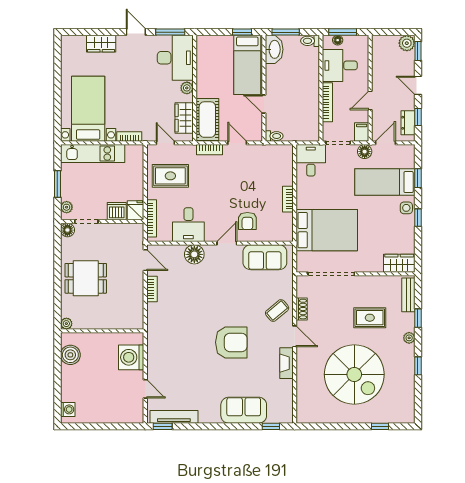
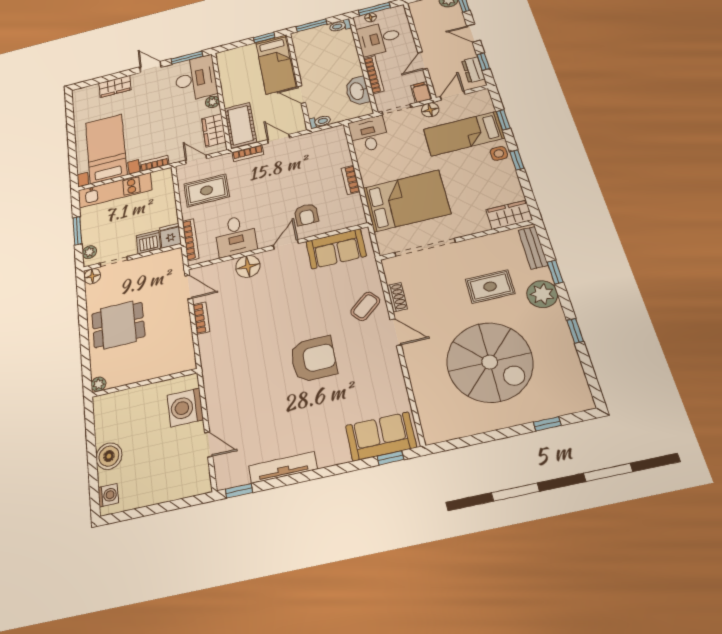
washbasin: (274, 49) -> (357, 91), moved, turned 180
plant: (409, 338) -> (542, 294), width x1.87, depth x1.87
boiler: (70, 355) -> (109, 456), moved
fireplace: (287, 363) -> (393, 368), removed
sofa: (244, 410) -> (381, 436), moved
tv unit: (174, 417) -> (283, 467), moved

